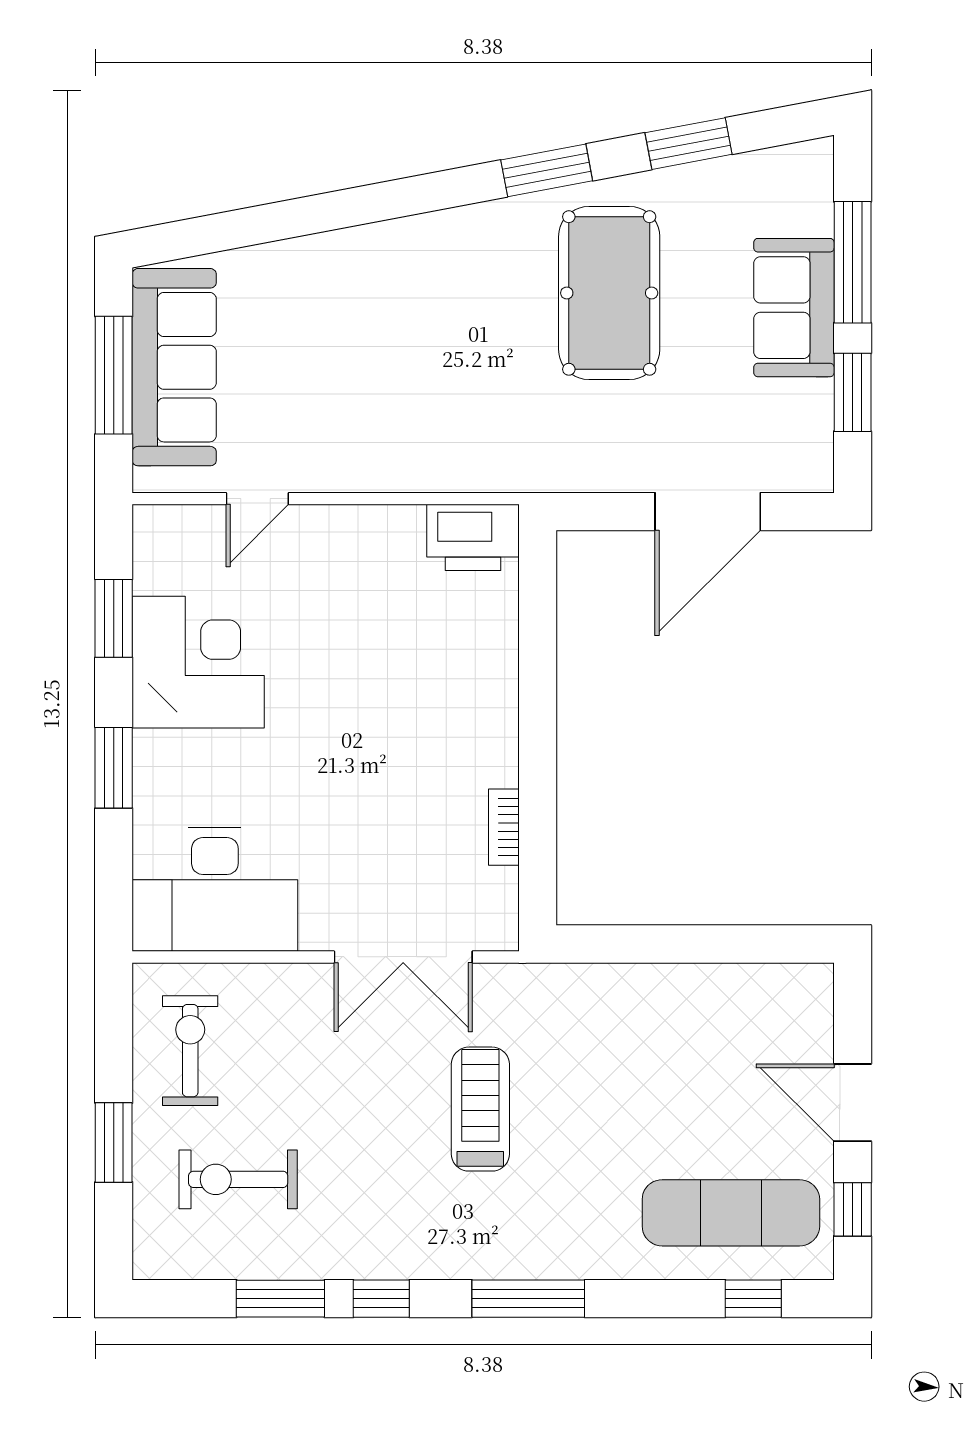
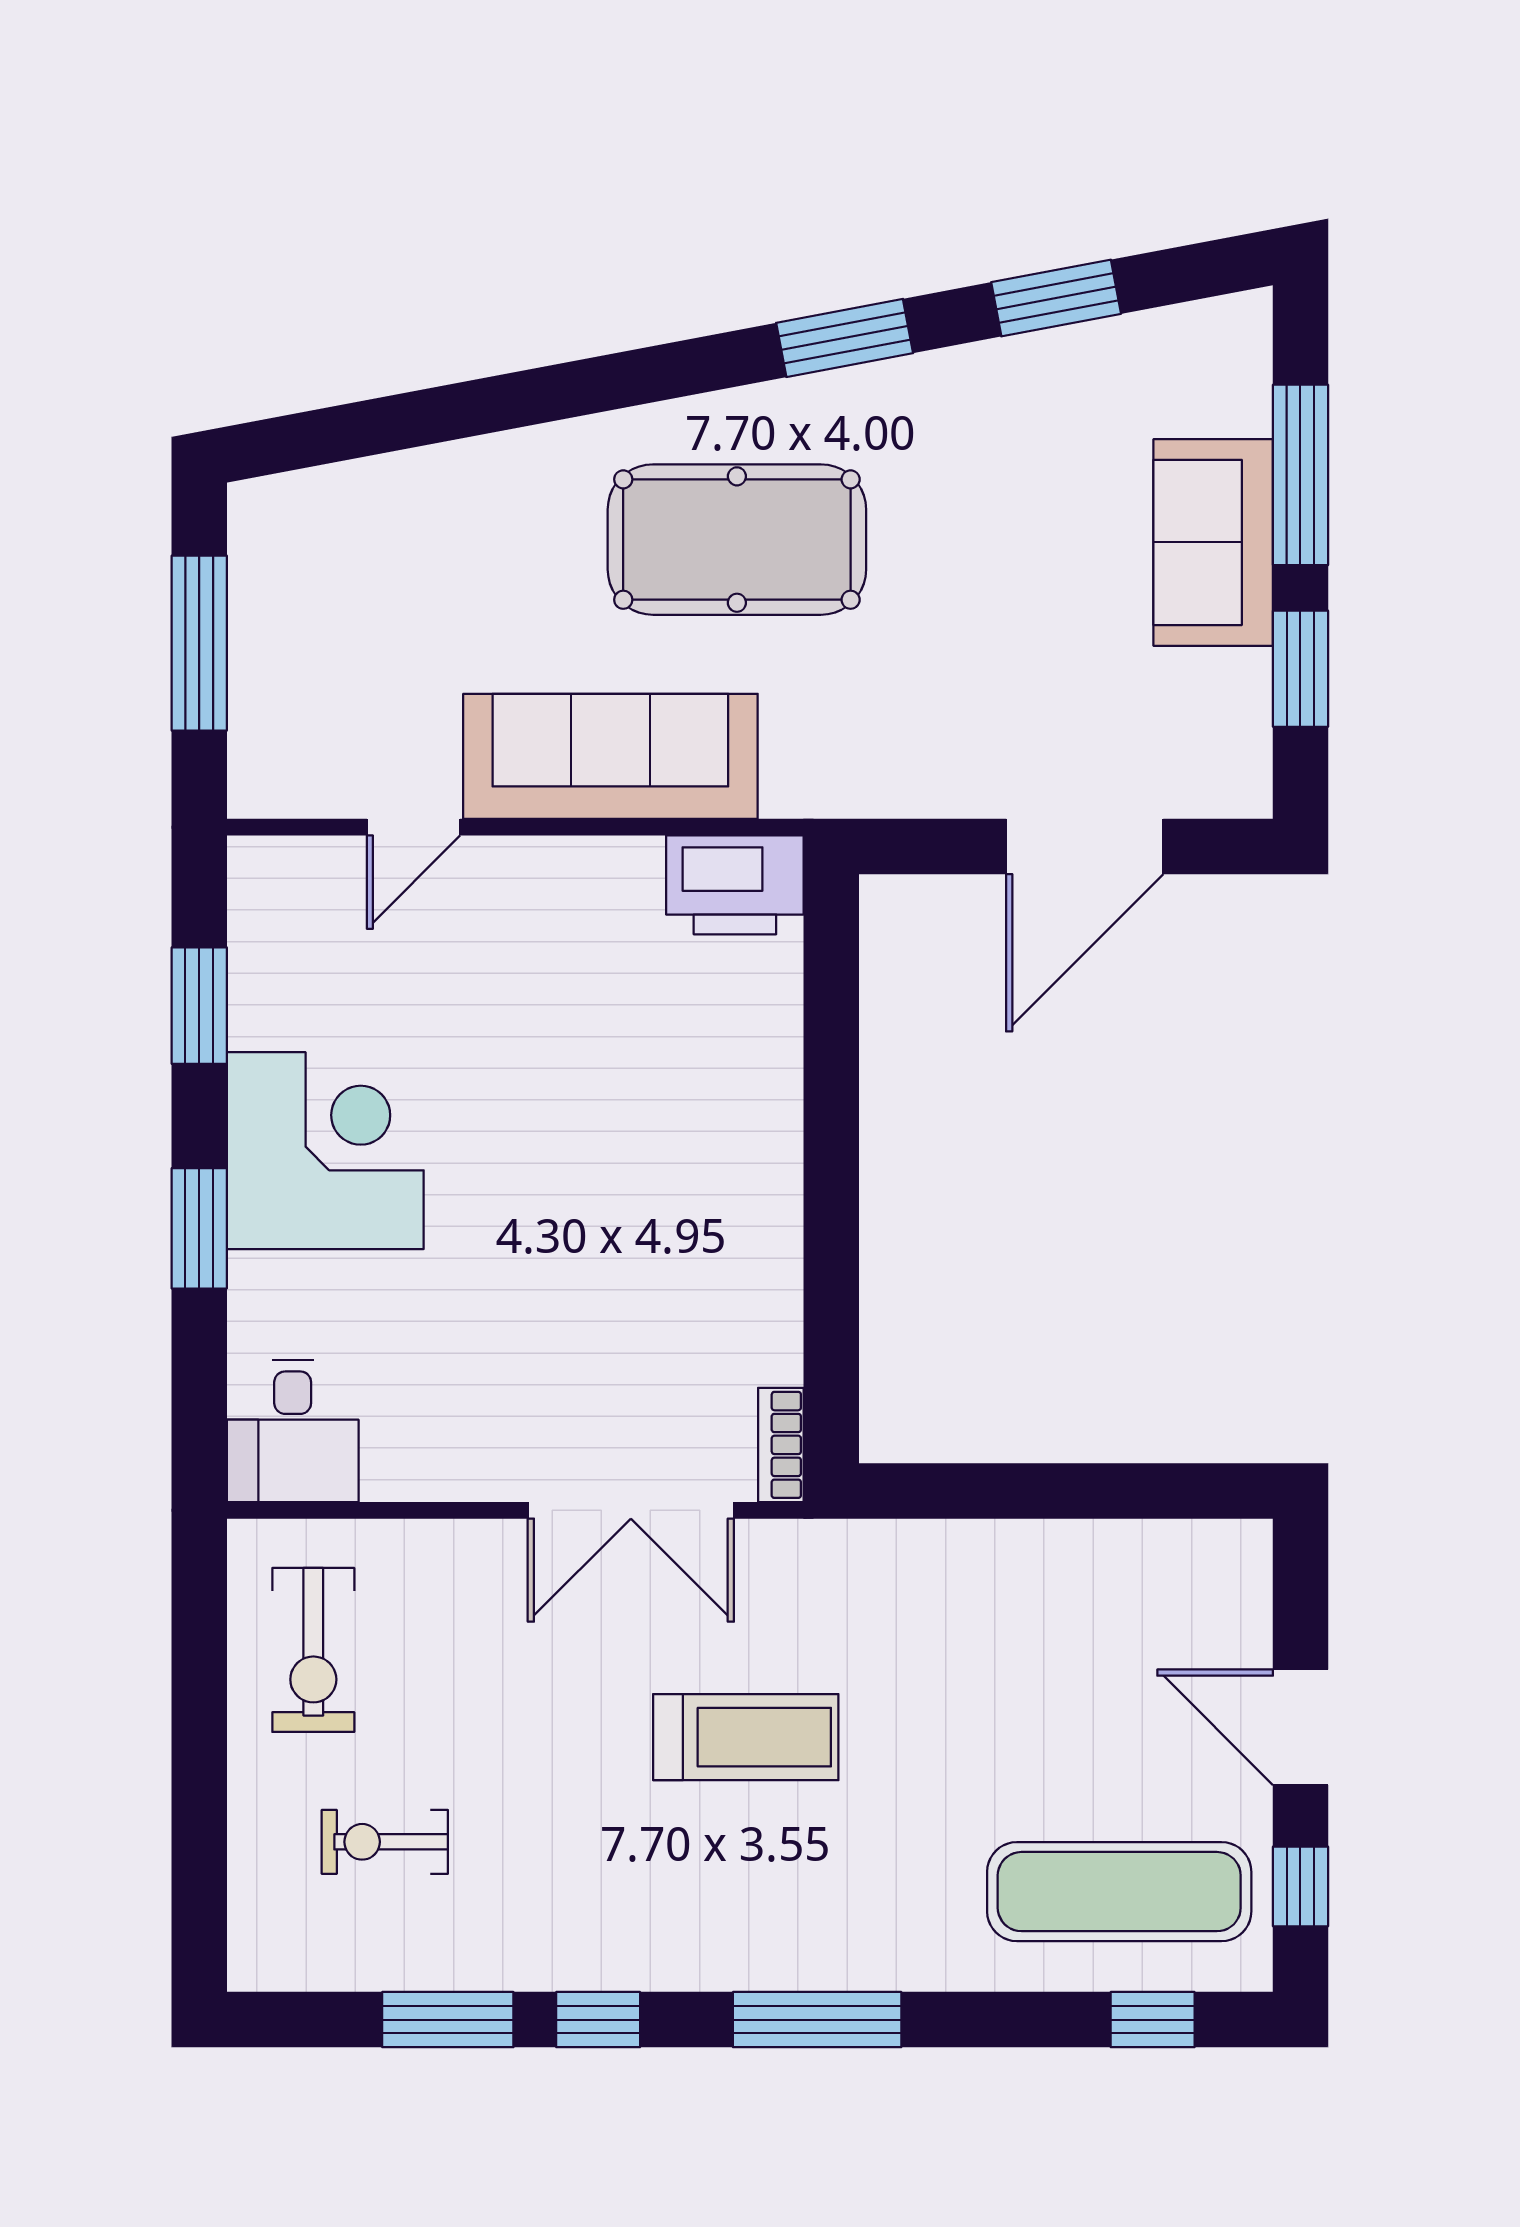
pool table: (609, 293) -> (737, 540), moved, turned 90
sofa: (174, 367) -> (610, 756), moved, turned -90
corner desk: (198, 662) -> (325, 1151), moved
bookcase: (504, 827) -> (781, 1445), moved
desk: (215, 889) -> (293, 1431), width x0.53, depth x0.77
exercise bike: (190, 1051) -> (313, 1650), turned 180
treadmill: (480, 1109) -> (746, 1737), turned 90
window: (114, 1142) -> (199, 1787), removed
exercise bike: (238, 1179) -> (385, 1842), width x0.73, depth x0.72

